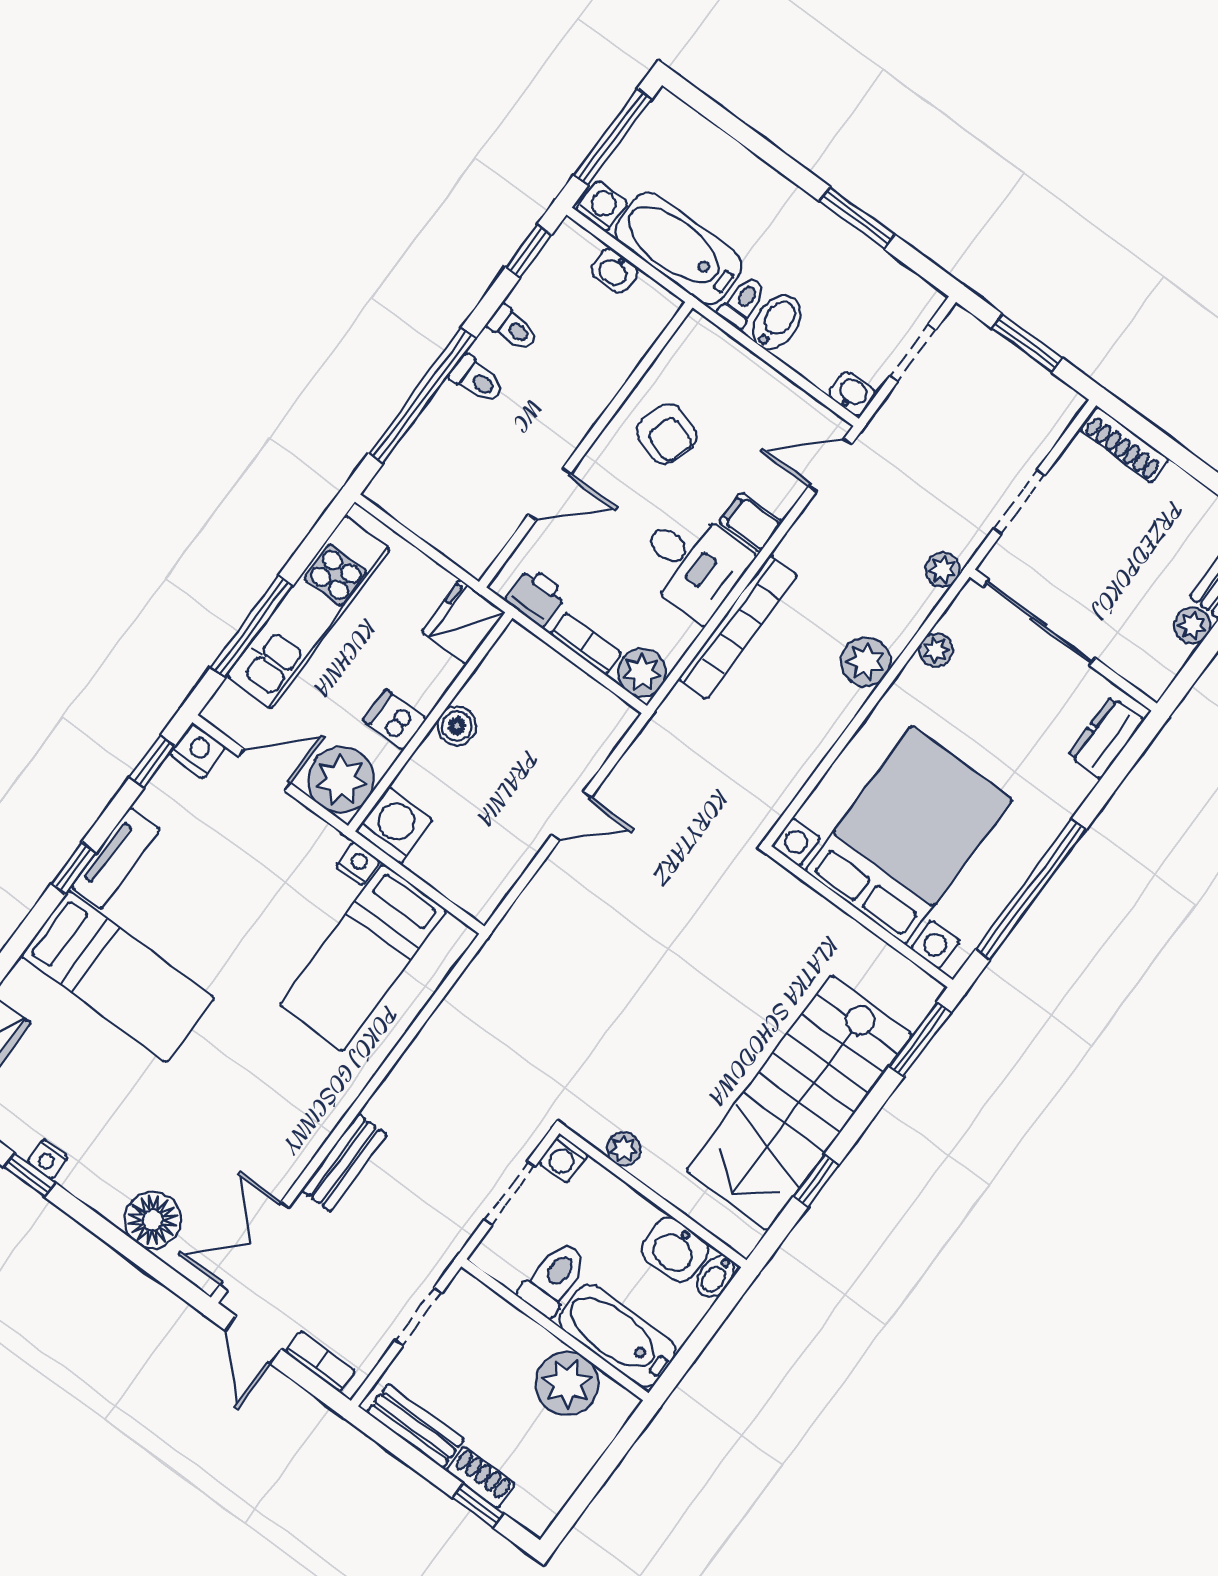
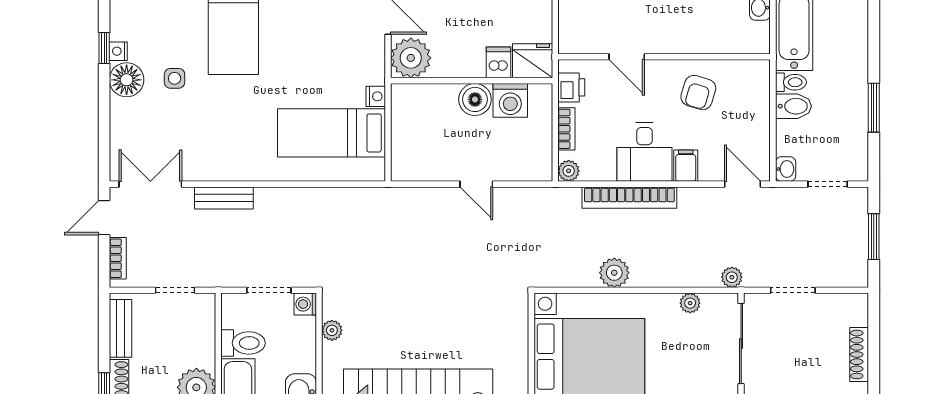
shoe rack: (1125, 445) -> (859, 355), moved
plant: (866, 662) -> (614, 273), moved
plant: (642, 672) -> (569, 171), width x0.73, depth x0.73
dishwasher: (395, 720) -> (498, 62), moved
boiler: (457, 726) -> (475, 99), width x1.36, depth x1.36
washing machine: (394, 825) -> (510, 100), moved, turned 90
side table: (138, 1112) -> (175, 78), added
floor lamp: (153, 1220) -> (127, 80), moved

